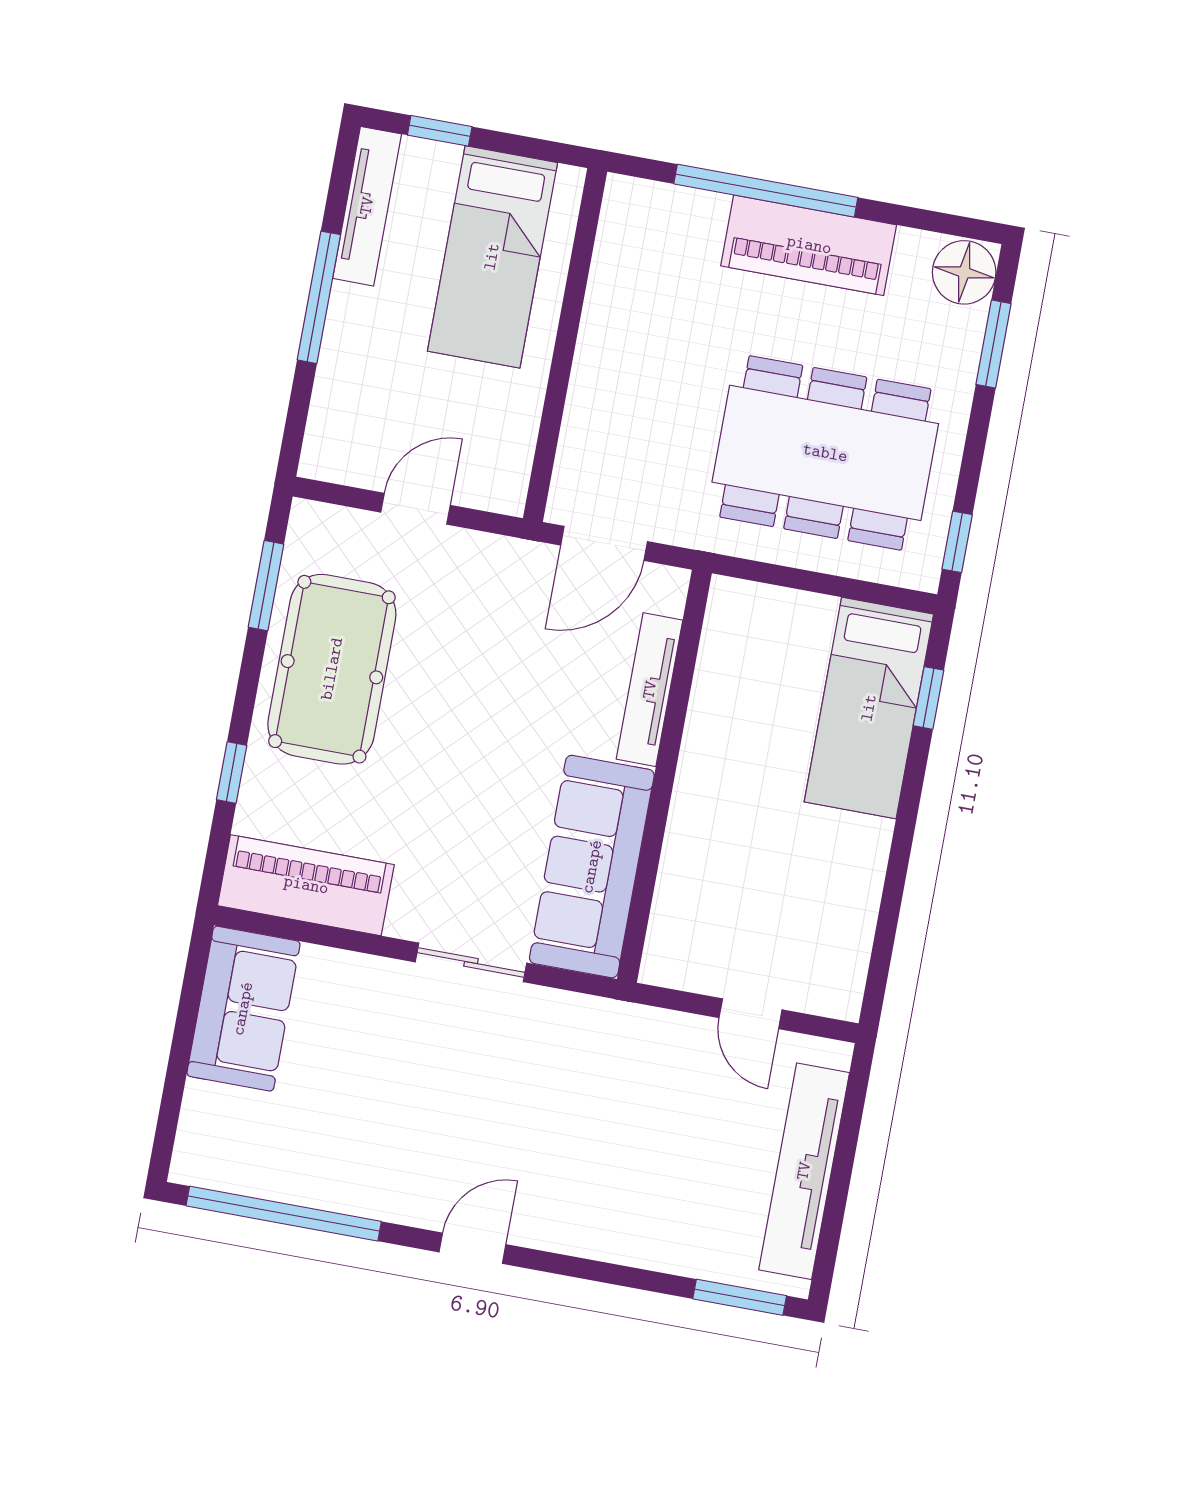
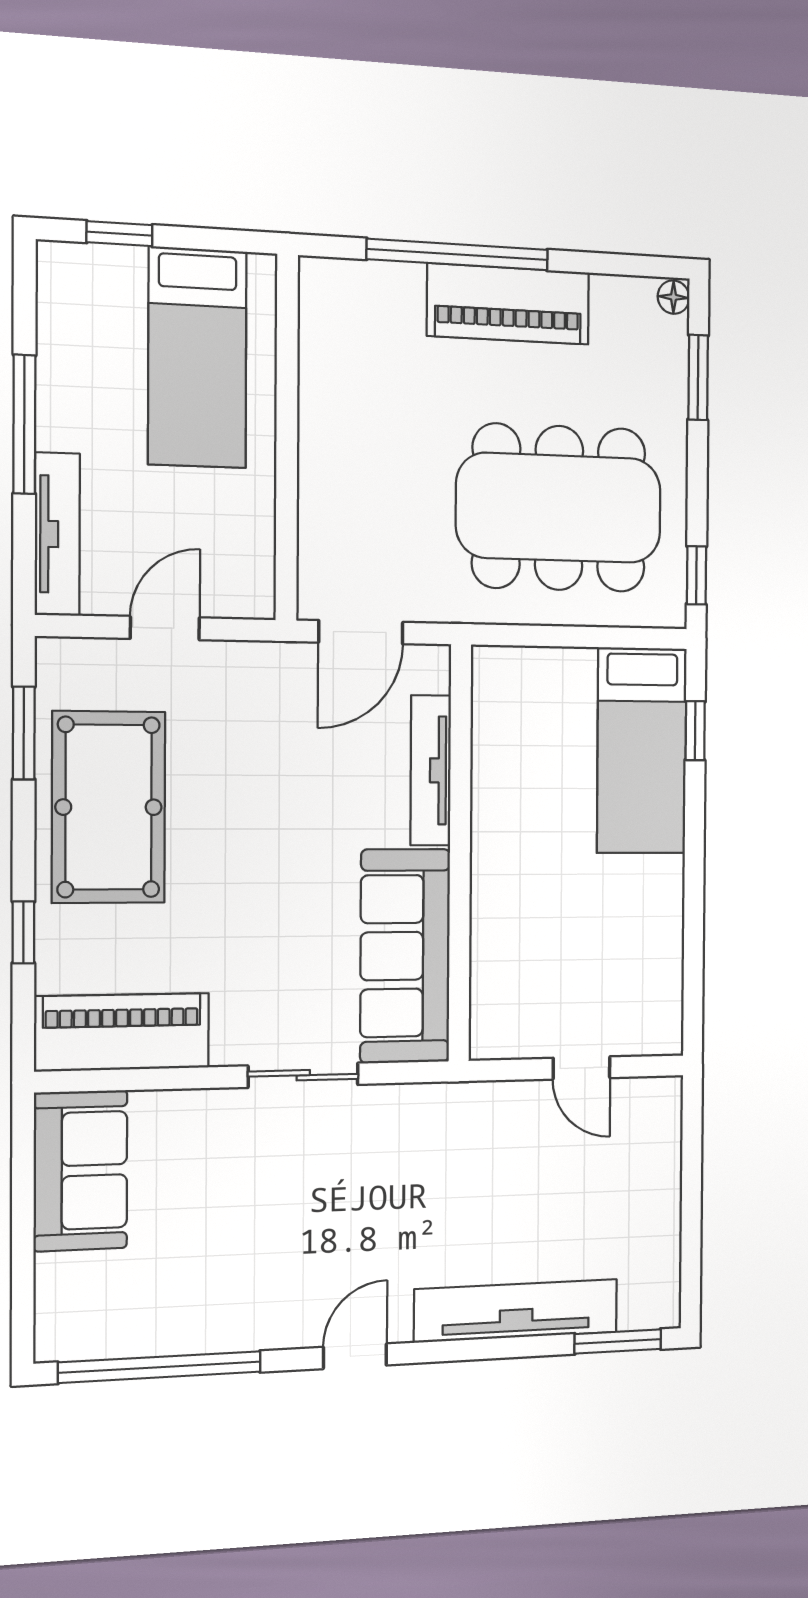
tv unit: (367, 206) -> (57, 534), moved
floor lamp: (964, 272) -> (674, 297), width x0.53, depth x0.53
tv unit: (804, 1171) -> (516, 1311), moved, turned 90

